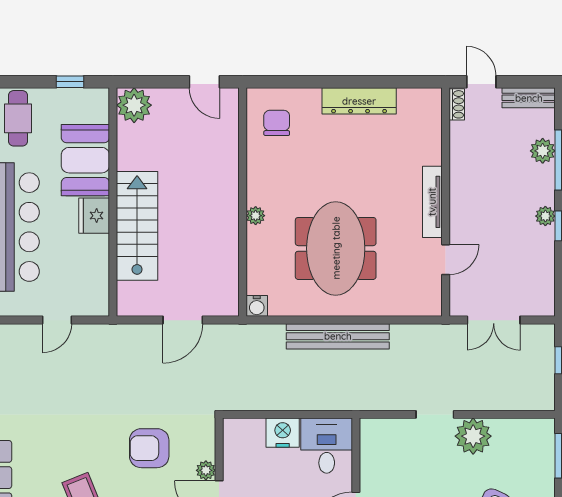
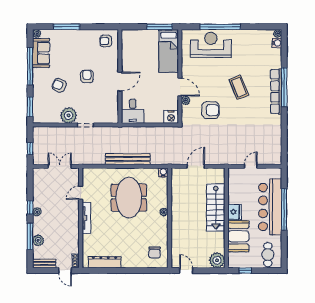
dresser: (359, 101) -> (105, 262), moved
nightstand: (283, 433) -> (171, 117), moved

